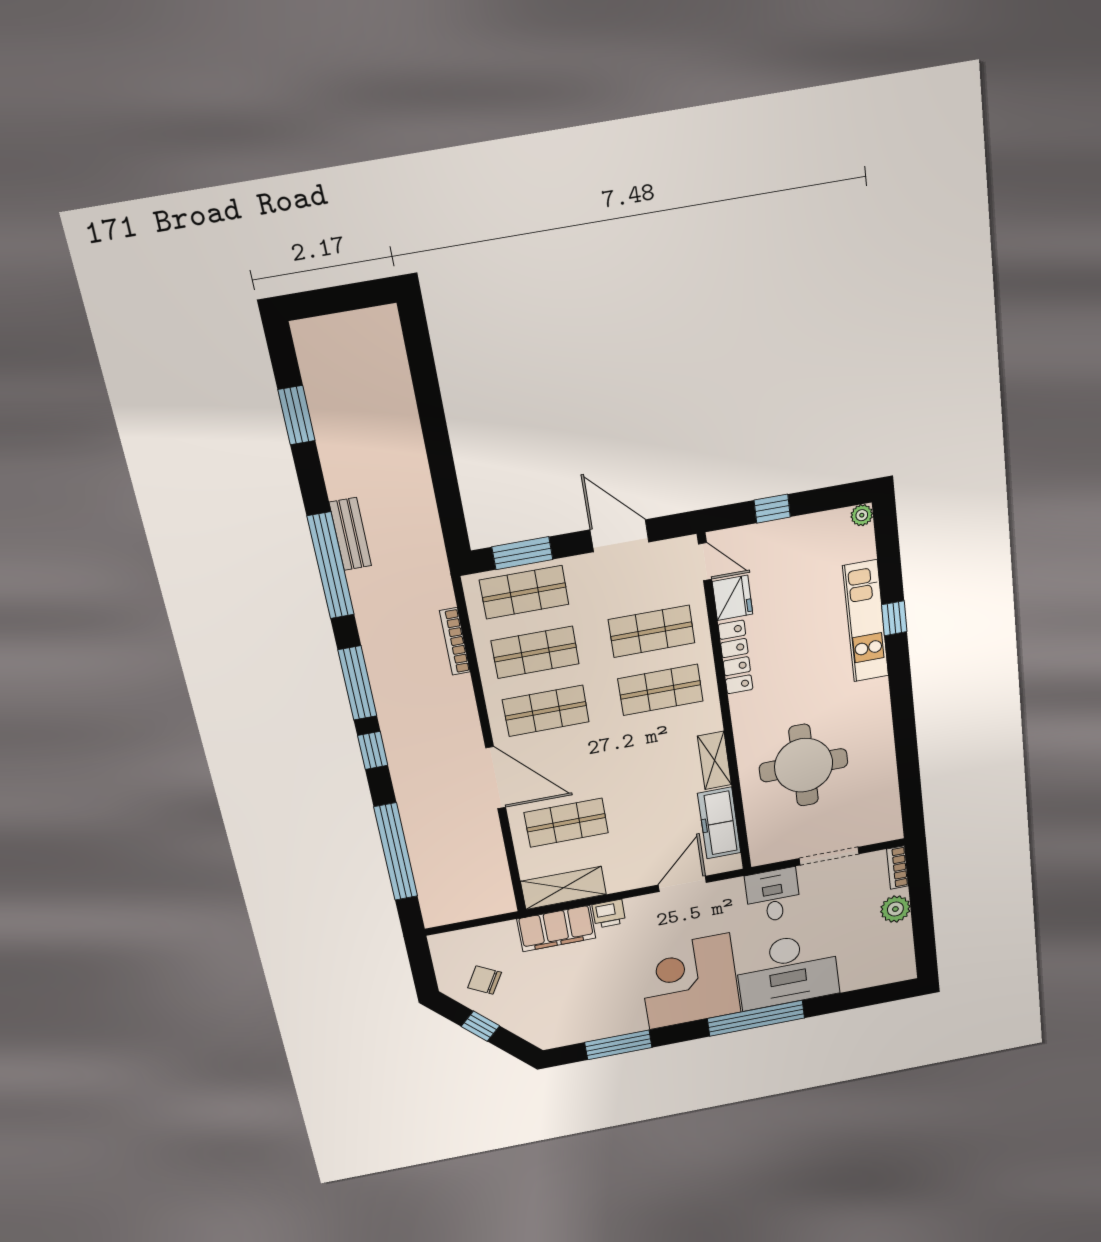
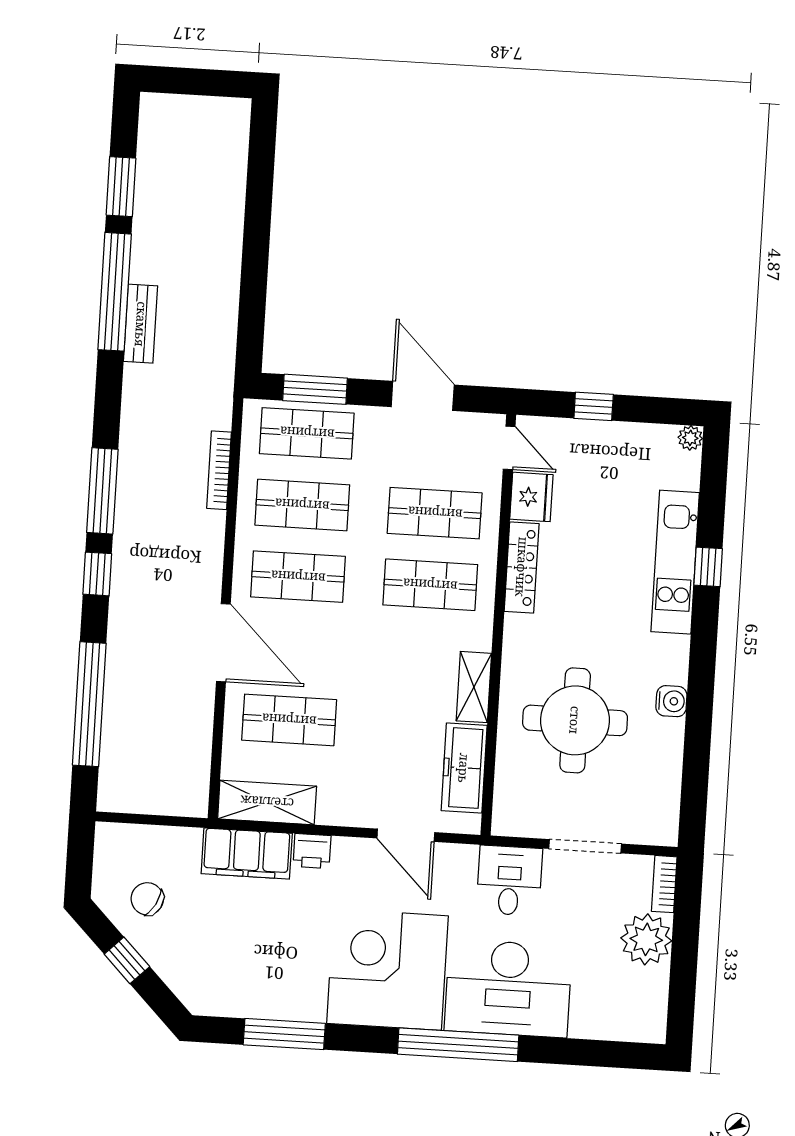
window: (331, 566) -> (115, 292), moved
water cooler: (881, 731) -> (671, 701), added
door: (682, 884) -> (406, 835), swing flipped
plant: (895, 909) -> (646, 939), width x1.36, depth x1.36

